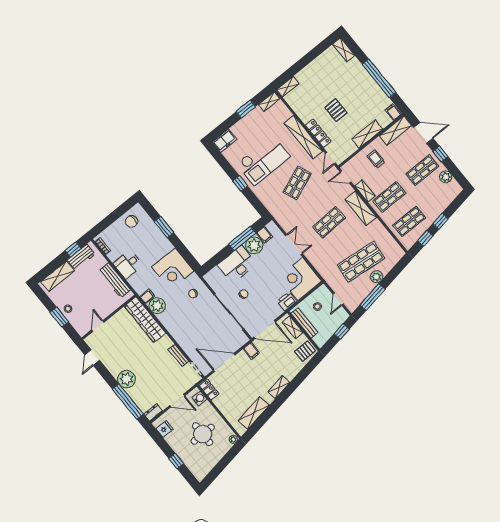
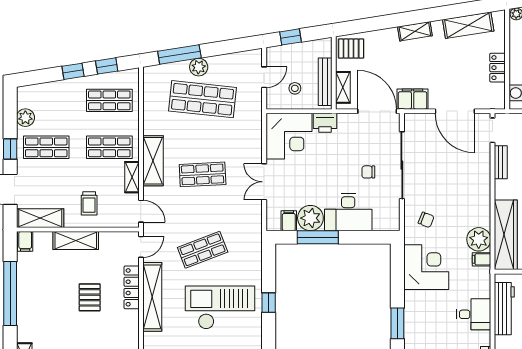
window: (372, 297) -> (179, 54), moved
filing cabinet: (251, 351) -> (413, 99), width x2.00
locker: (209, 390) -> (498, 68), moved

